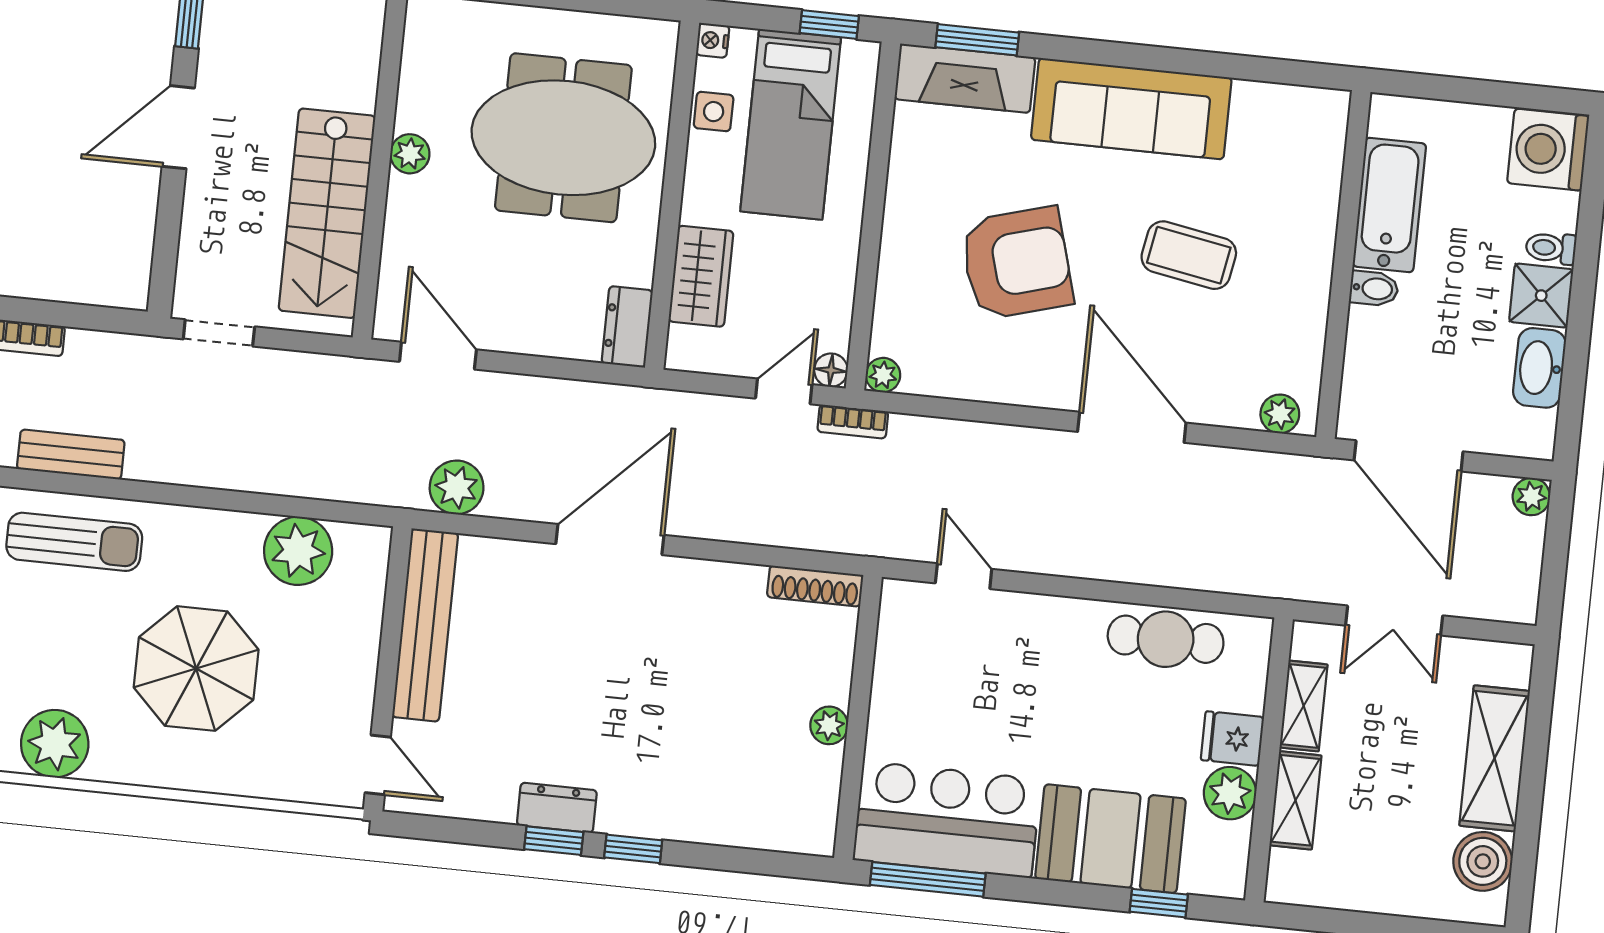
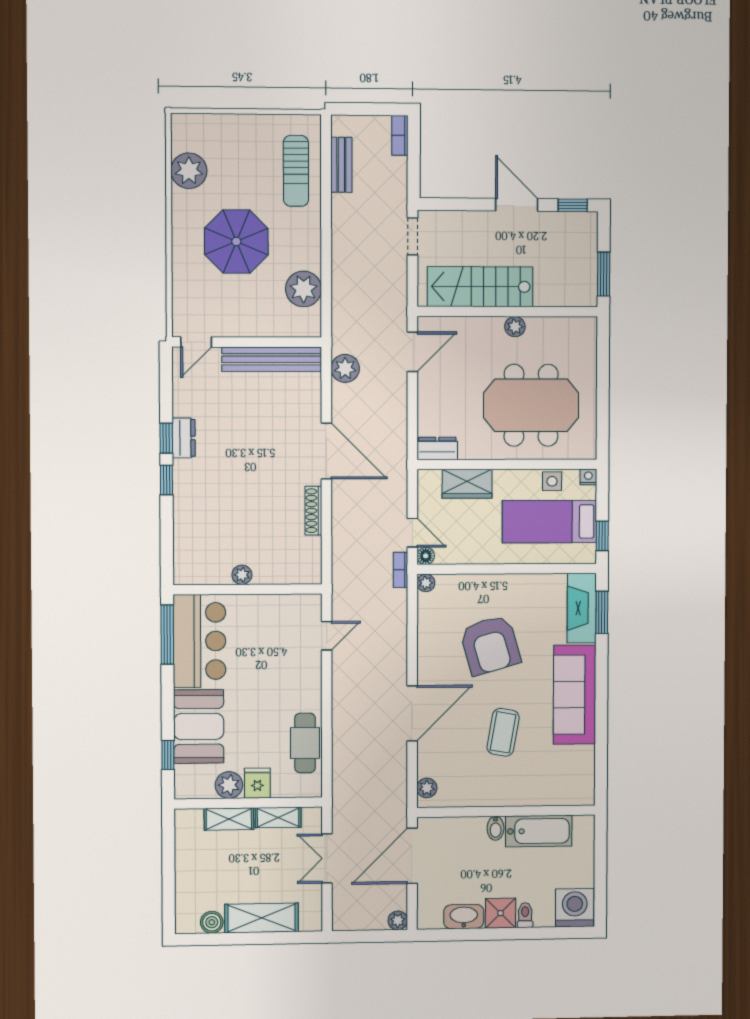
meeting table: (563, 138) -> (531, 405), turned 90
shoe rack: (815, 586) -> (313, 511), moved
boiler: (1483, 861) -> (212, 922), width x0.73, depth x0.73

